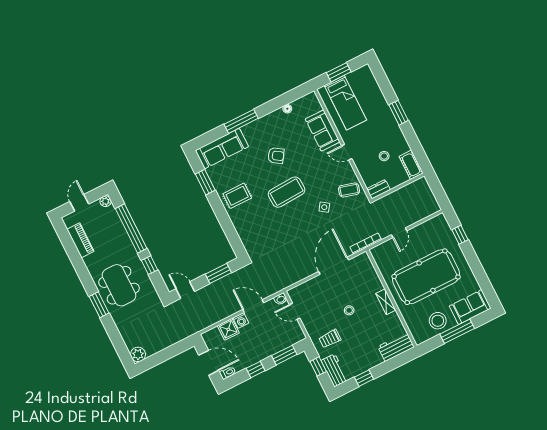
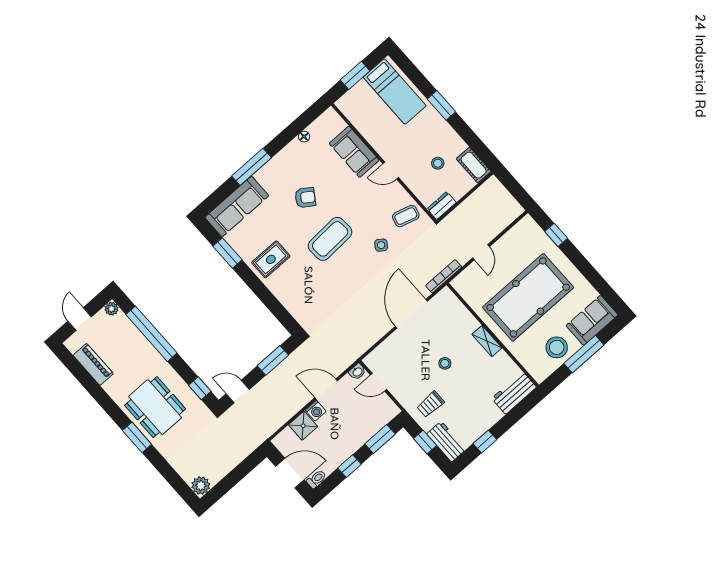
bed: (345, 103) -> (395, 91), moved
window: (149, 265) -> (200, 388), moved

